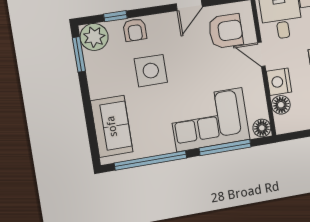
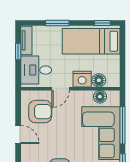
armchair: (226, 31) -> (40, 112), turned 90
floor lamp: (262, 128) -> (100, 97), moved

